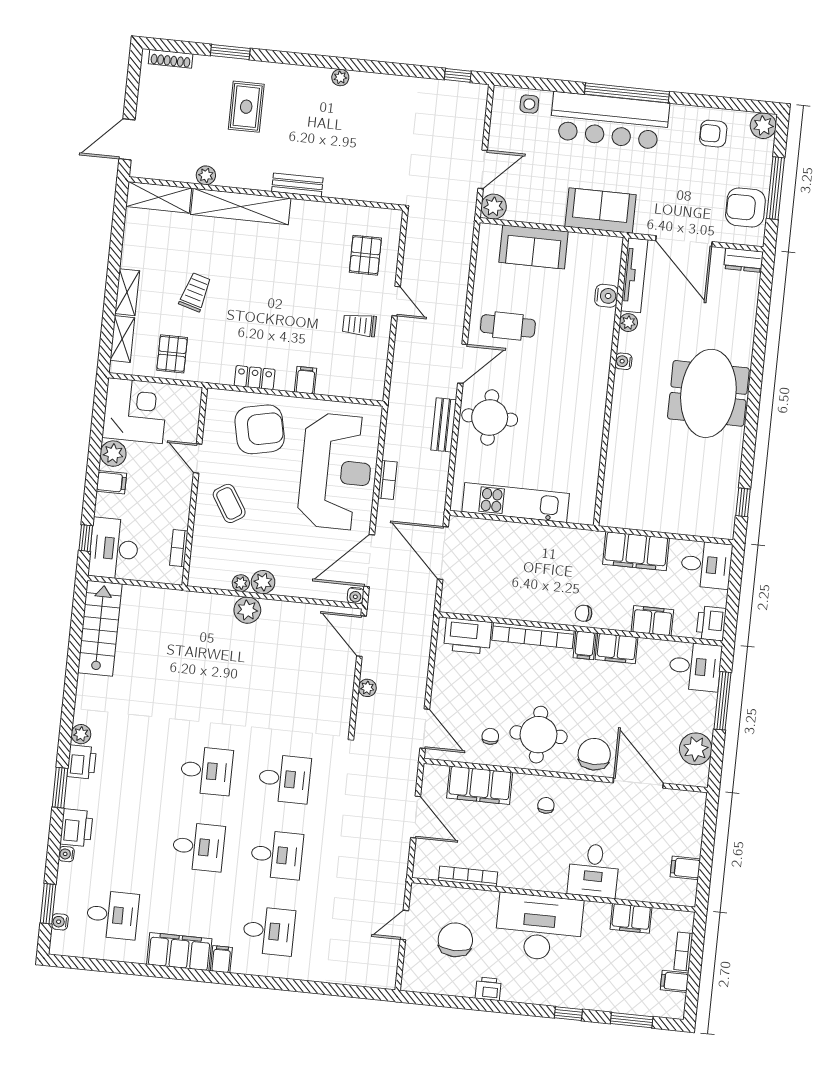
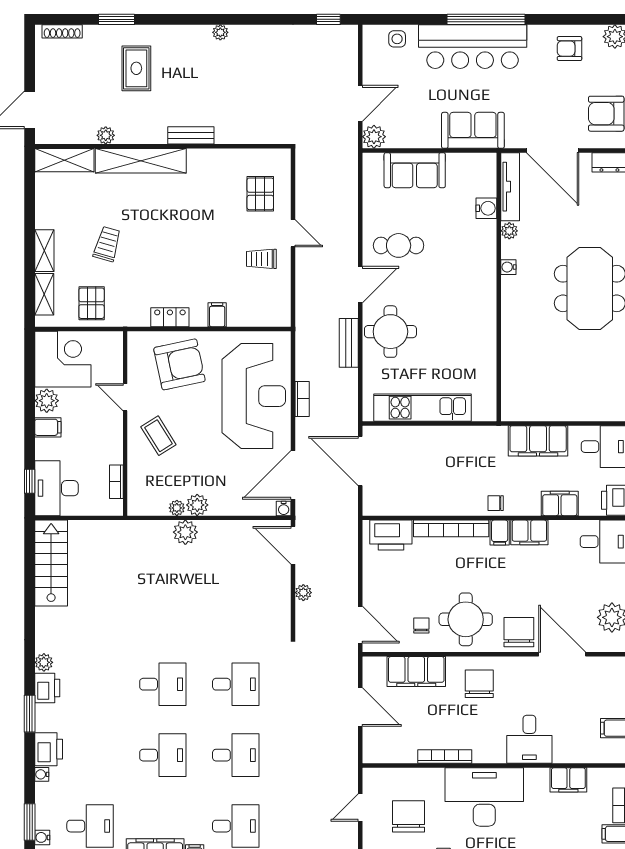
chair: (546, 805) -> (479, 684), width x1.87, depth x1.87
bookcase: (468, 876) -> (445, 757), moved

